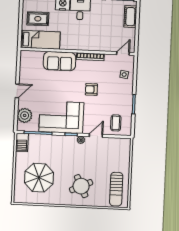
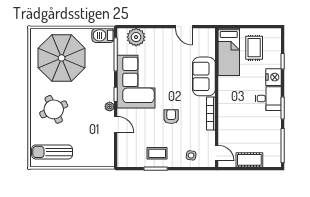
cot: (130, 17) -> (249, 160), moved
door: (17, 91) -> (184, 27), moved
coffee table: (116, 123) -> (157, 153), moved
parasol: (39, 178) -> (62, 58), width x1.36, depth x1.36

